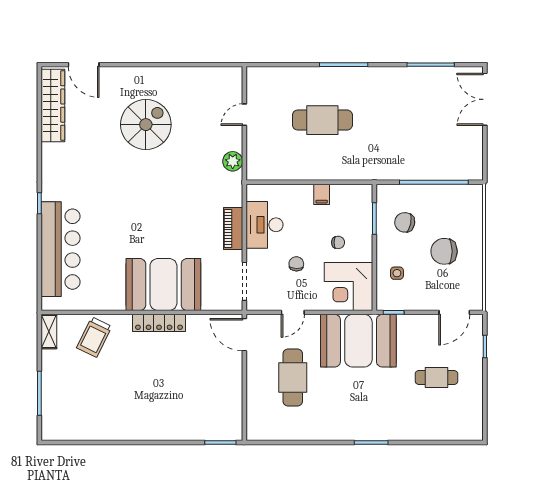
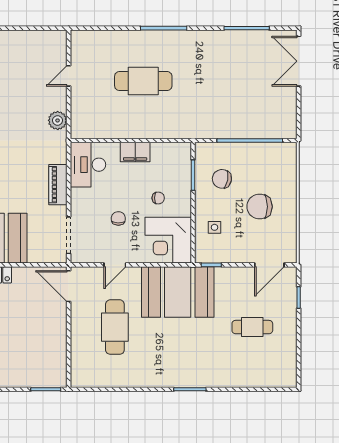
filing cabinet: (322, 194) -> (135, 152), width x2.00
desk: (265, 225) -> (88, 165), moved

